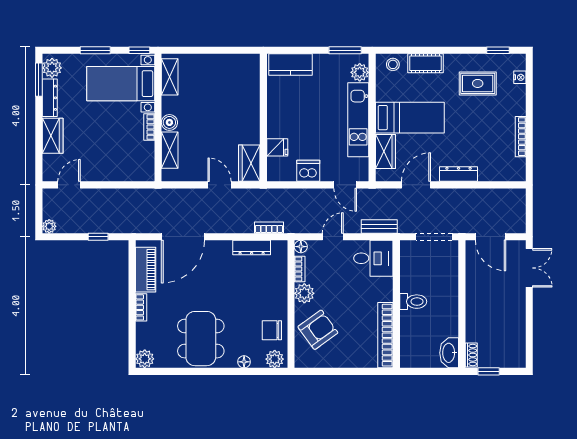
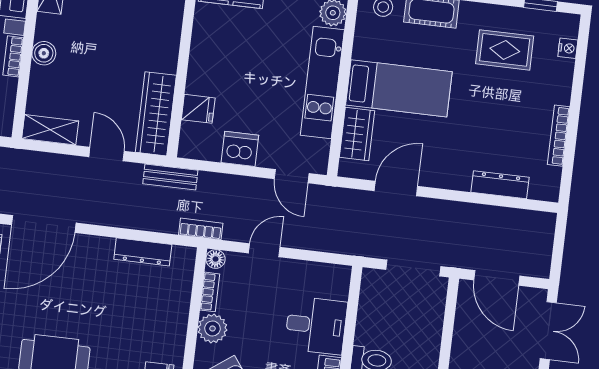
shelving: (170, 150) -> (50, 130), moved, turned 90
wardrobe: (249, 163) -> (156, 114), width x1.50
dresser: (459, 174) -> (500, 185), moved
bench: (379, 226) -> (170, 177), moved
bookcase: (269, 228) -> (201, 229), moved
desk: (373, 258) -> (316, 325), moved

